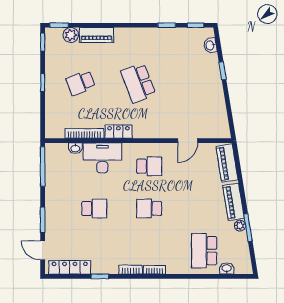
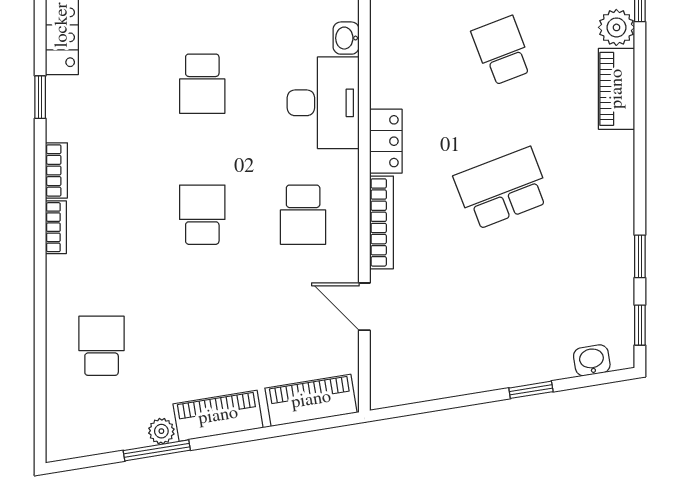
bookcase: (84, 133) -> (382, 222), moved
school desk: (204, 251) -> (102, 346), width x0.54
washbasin: (227, 269) -> (59, 400), removed

